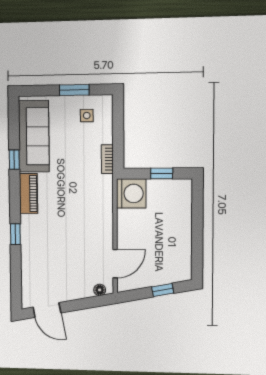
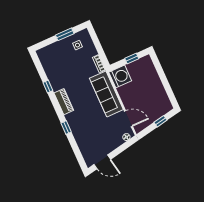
sofa: (34, 136) -> (106, 94), moved, turned 180
door: (115, 264) -> (128, 119), hinge flipped

